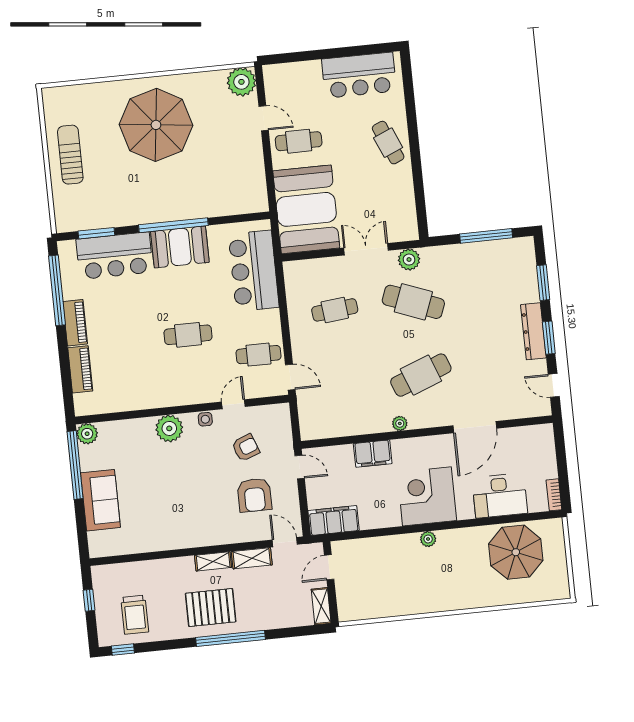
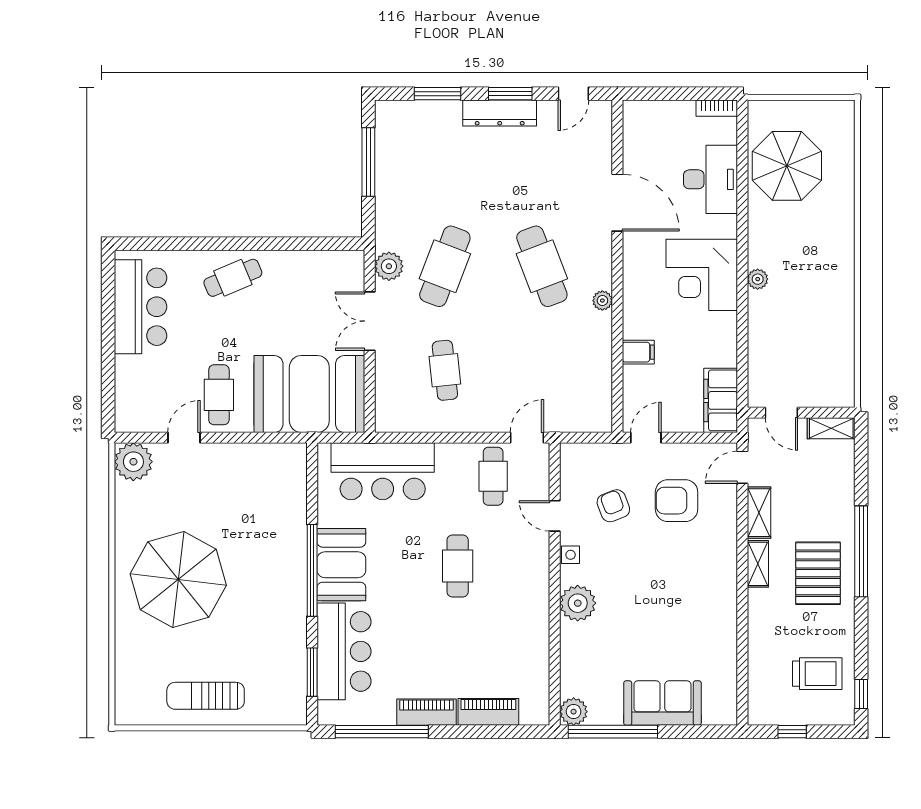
filing cabinet: (373, 454) -> (638, 352), width x0.50
armchair: (254, 495) -> (677, 501), turned 180

